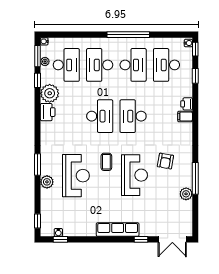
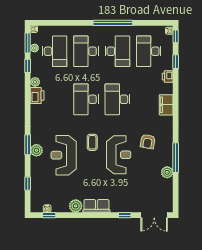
plant: (50, 93) -> (35, 82), width x0.53, depth x0.53
printer: (187, 104) -> (168, 77), moved
desk: (100, 116) -> (86, 99), turned 180
filing cabinet: (185, 117) -> (166, 105), width x2.00
reception desk: (76, 176) -> (64, 155), turned 180
plant: (47, 182) -> (36, 150), moved
window: (38, 221) -> (28, 184), moved
plant: (89, 230) -> (76, 206), added
row of seats: (118, 230) -> (96, 206), width x0.68

